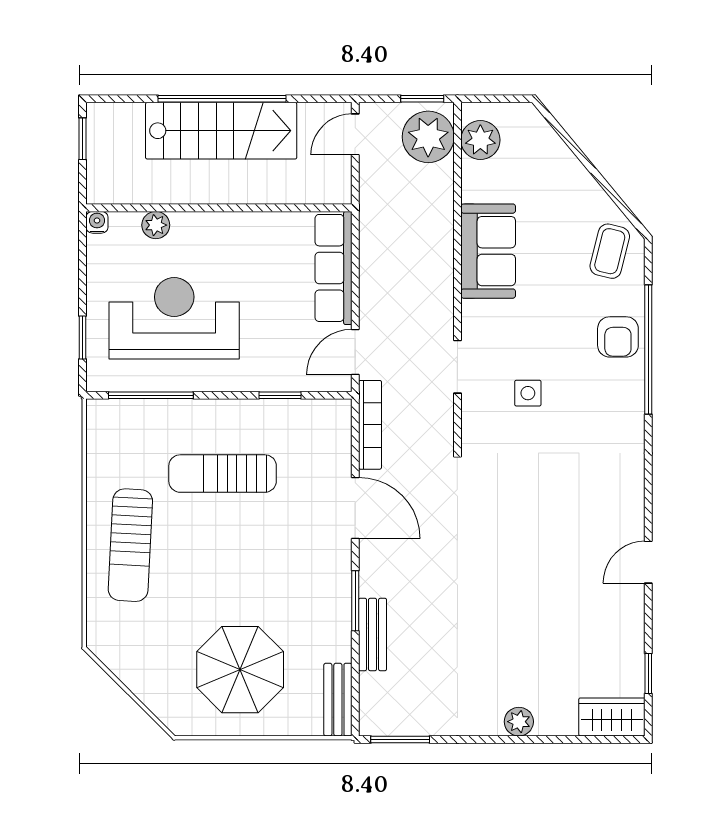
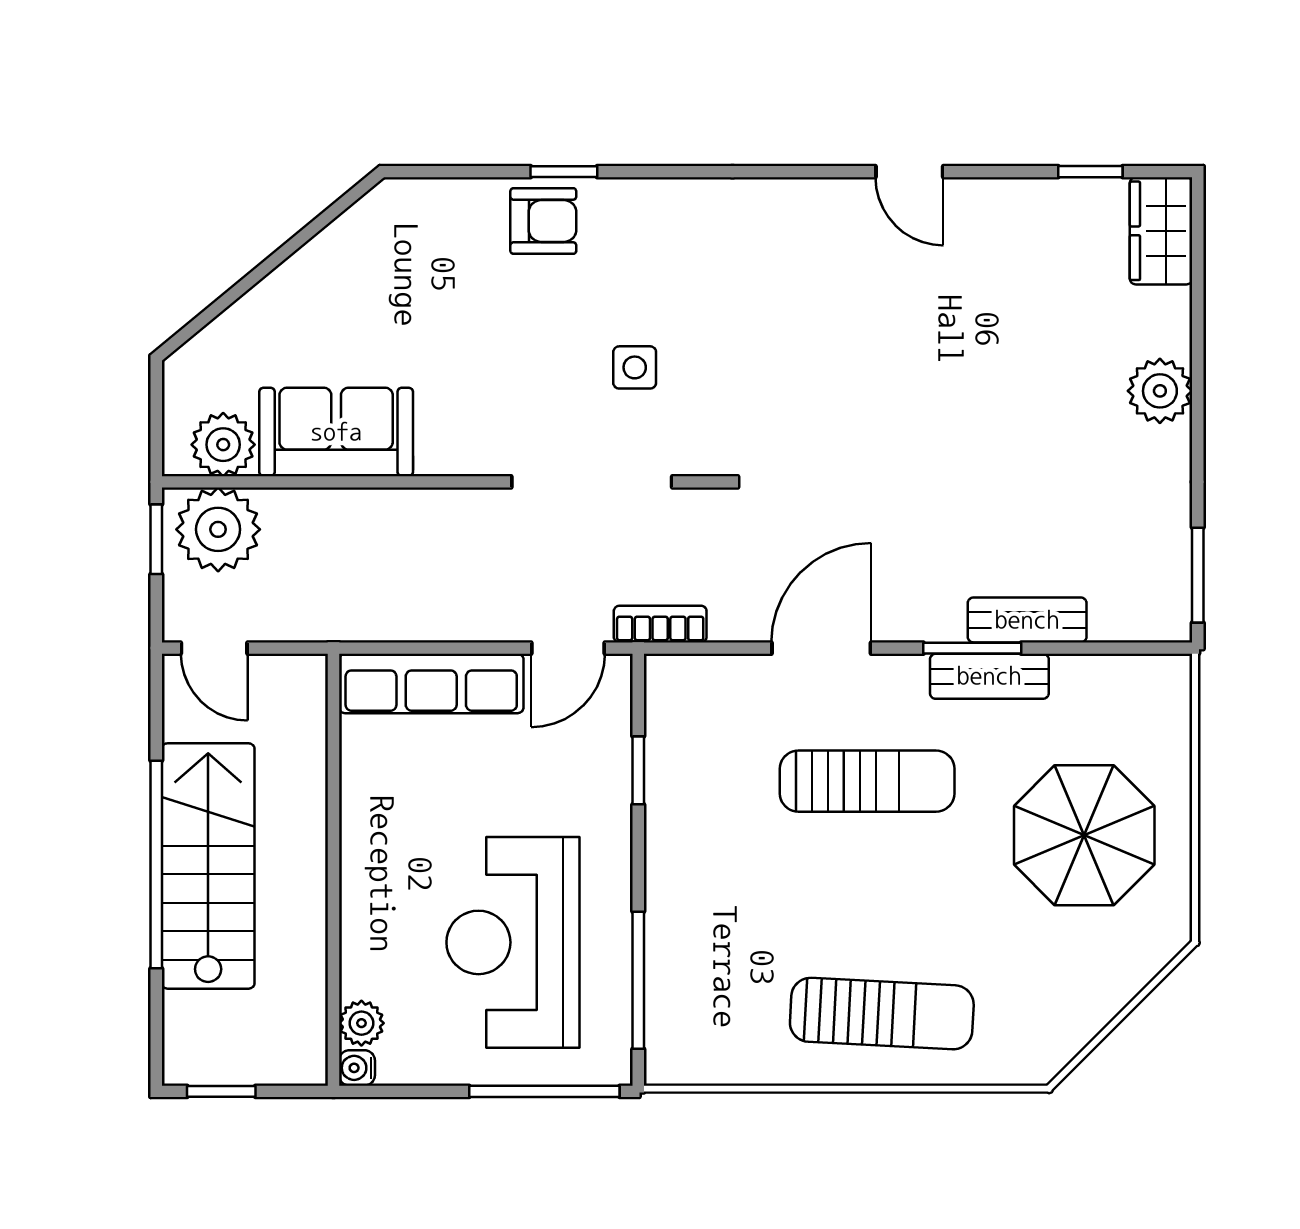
plant: (156, 225) -> (361, 1023), moved
sofa: (488, 251) -> (336, 432), moved
coffee table: (610, 251) -> (404, 234), removed
window: (83, 338) -> (544, 1091), width x2.17
window: (648, 350) -> (564, 172), width x0.32
door: (355, 352) -> (568, 648), hinge flipped
doorway: (457, 367) -> (592, 482), width x1.87
bookcase: (370, 425) -> (660, 624), width x0.64
sun lounger: (223, 474) -> (867, 781), moved, turned -90
bench: (338, 700) -> (989, 676), moved
plant: (519, 722) -> (1160, 391), width x1.38, depth x1.38

